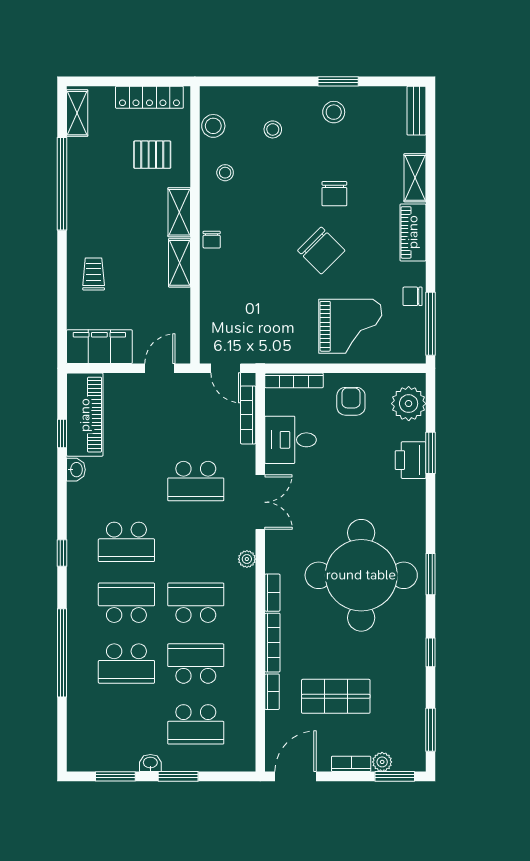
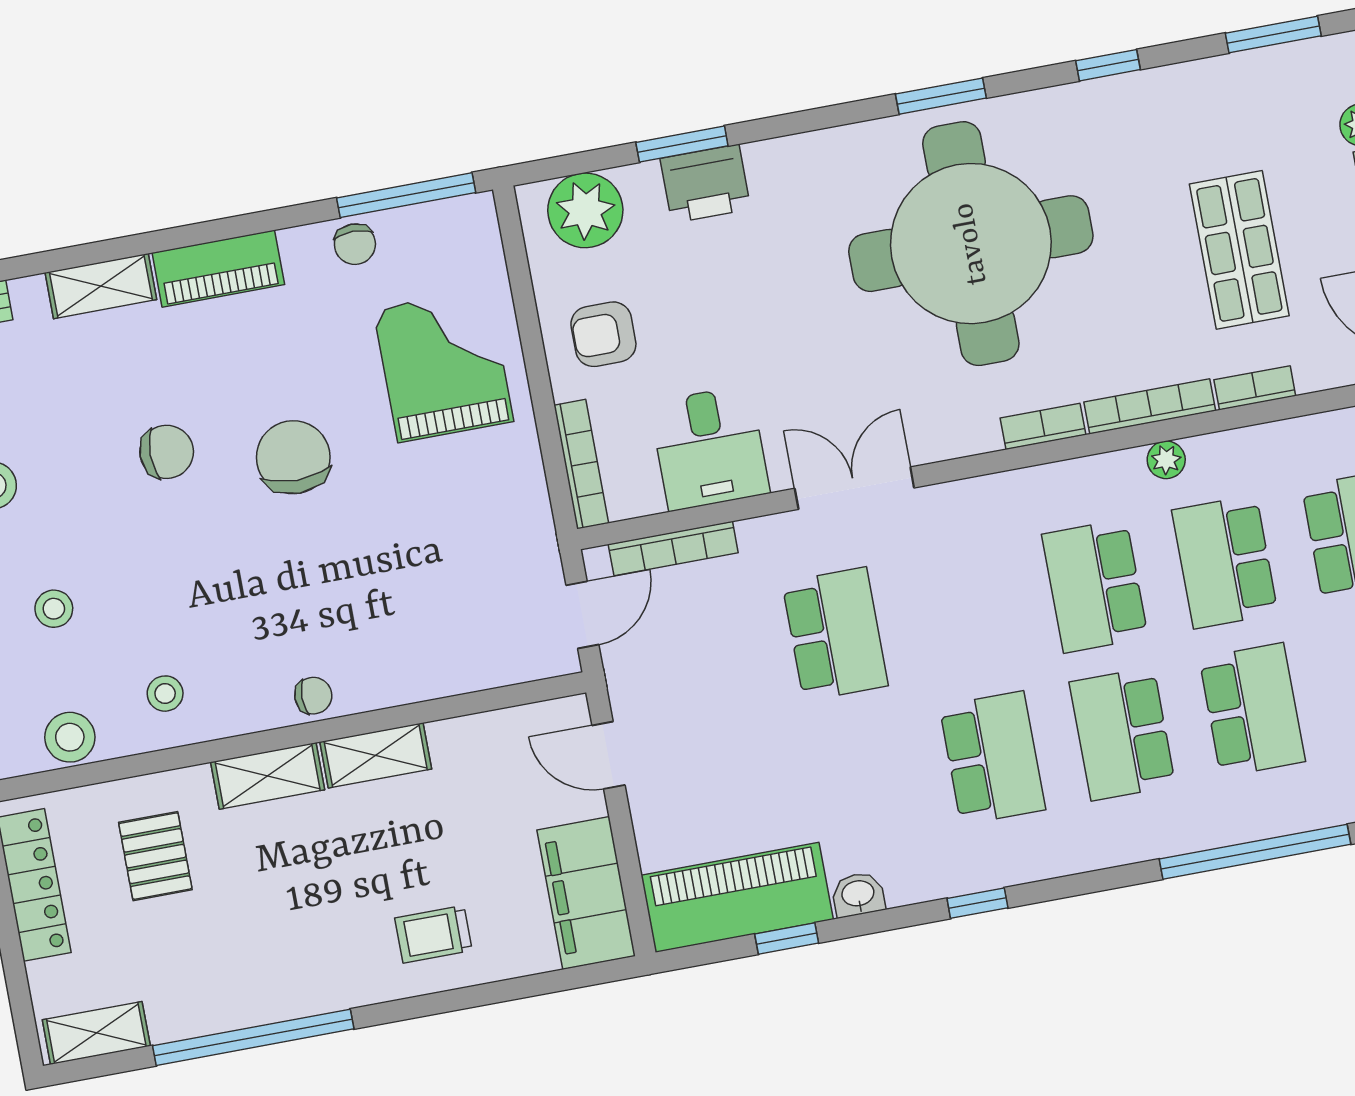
chair: (321, 251) -> (293, 457), turned -45
window: (62, 553) -> (977, 903), moved
plant: (247, 559) -> (1166, 460), moved

